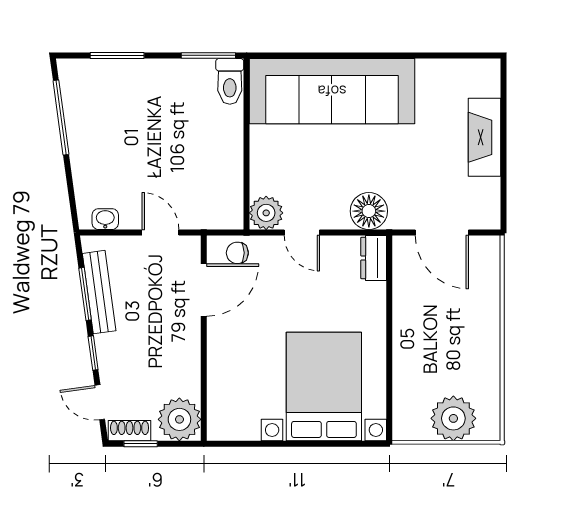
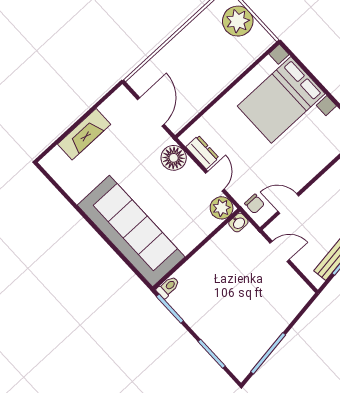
toilet: (230, 81) -> (168, 287), width x0.73, depth x0.72
washbasin: (105, 219) -> (238, 223), moved, turned -90
door: (160, 232) -> (280, 251), swing flipped
dresser: (374, 258) -> (202, 152), moved, turned -90
door: (204, 290) -> (288, 204), width x0.73

